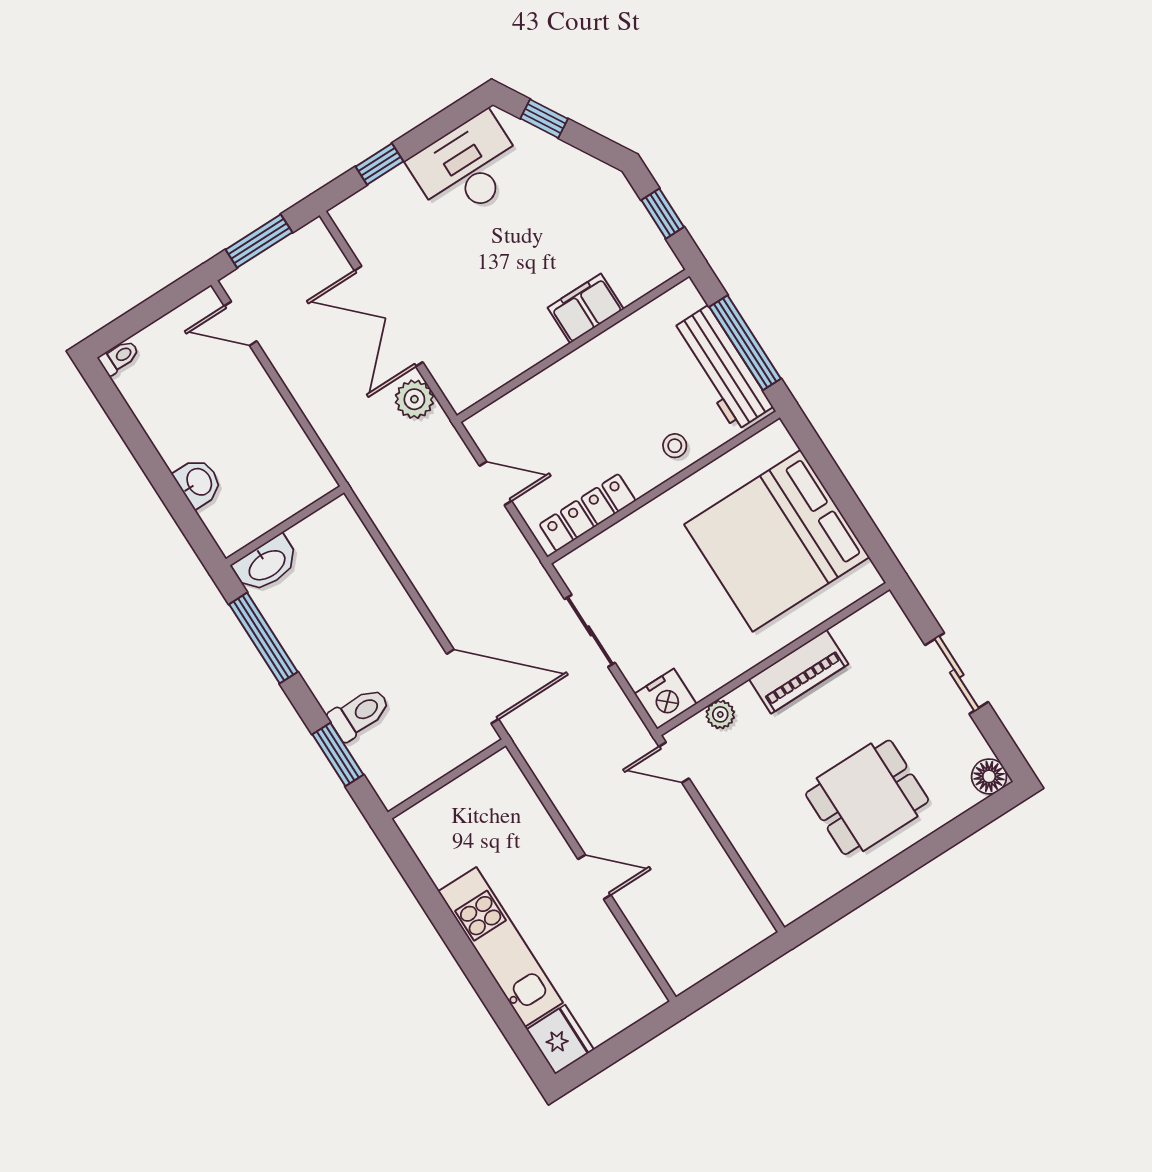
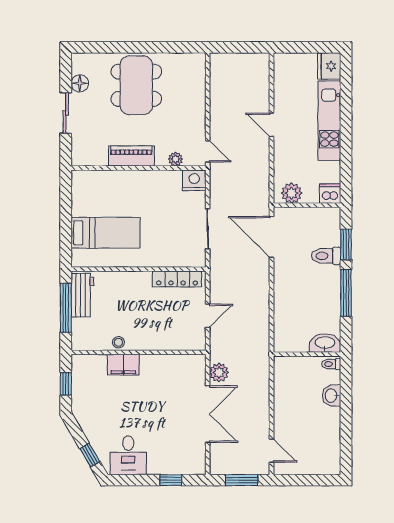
desk: (467, 167) -> (128, 455), width x0.73
toilet: (119, 357) -> (331, 364), moved
workbench: (722, 368) -> (82, 295), width x0.73
stool: (675, 446) -> (118, 342), moved
door: (495, 483) -> (208, 316), swing flipped
bed: (777, 541) -> (105, 233), width x0.49
window: (263, 638) -> (346, 293), moved
floor lamp: (989, 776) -> (80, 83), moved
plant: (486, 783) -> (292, 193), added
dining table: (867, 797) -> (136, 85), width x1.38
dishwasher: (420, 824) -> (330, 194), added

